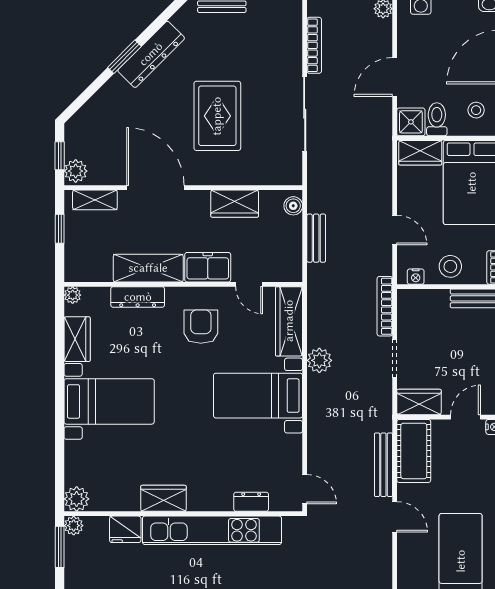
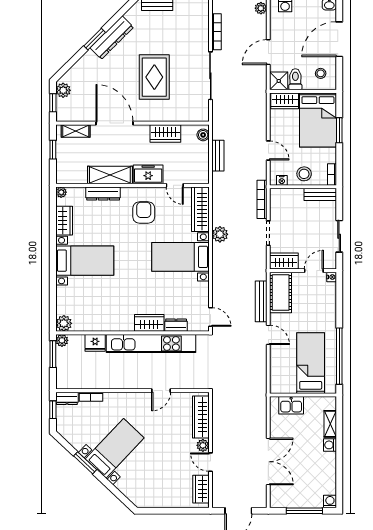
plant: (76, 171) -> (63, 90), moved
wardrobe: (163, 498) -> (149, 323), moved

